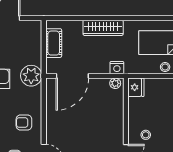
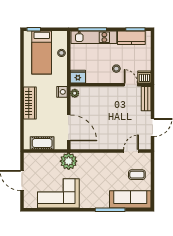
armchair: (24, 123) -> (106, 167), removed

